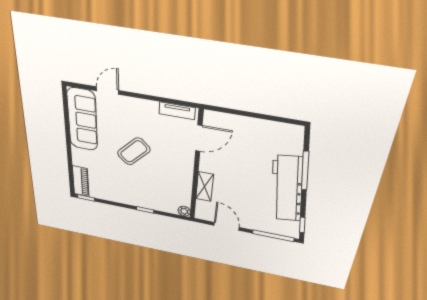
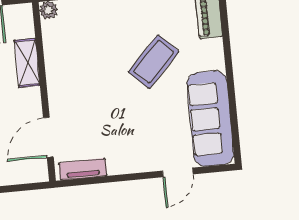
coffee table: (134, 151) -> (154, 62), moved

